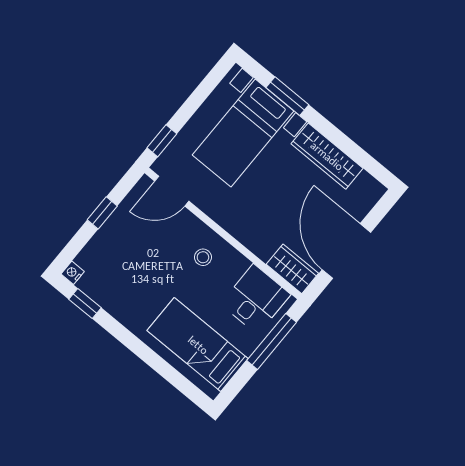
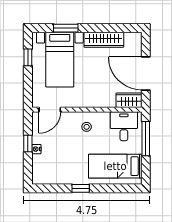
window: (162, 141) -> (28, 57), moved
nightstand: (73, 273) -> (36, 149), moved
window: (85, 303) -> (81, 188), moved

